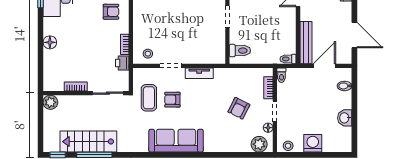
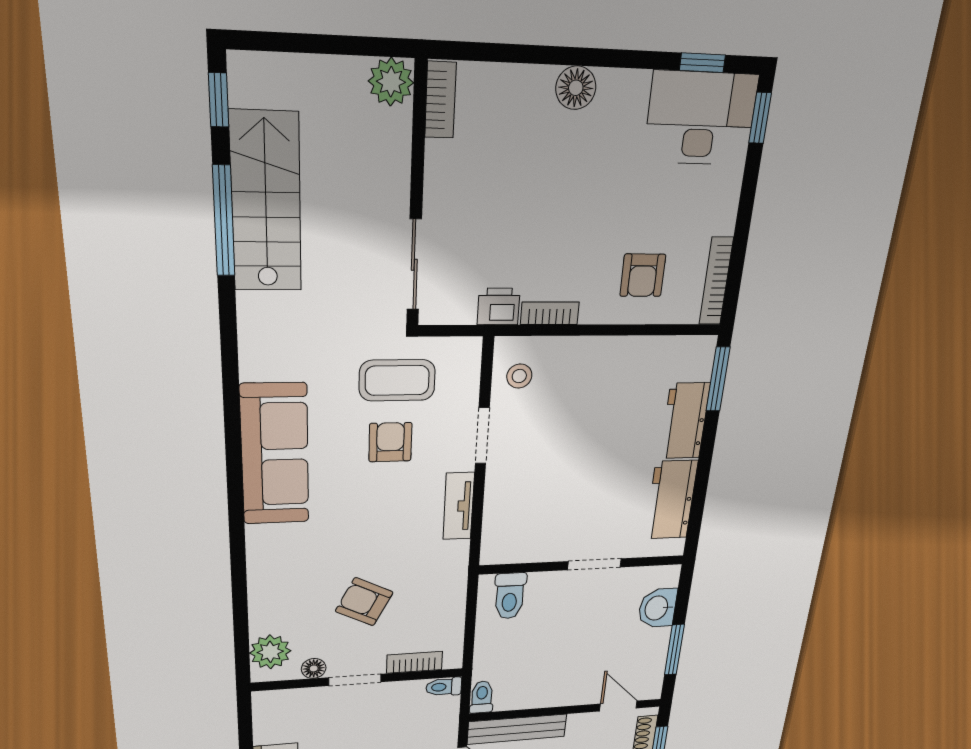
bookcase: (76, 86) -> (440, 100), moved
stool: (288, 146) -> (268, 713), removed

